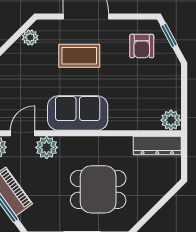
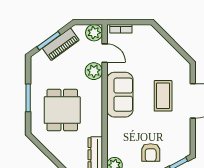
plant: (30, 37) -> (177, 59), removed
armchair: (142, 46) -> (151, 153), moved, turned -90

